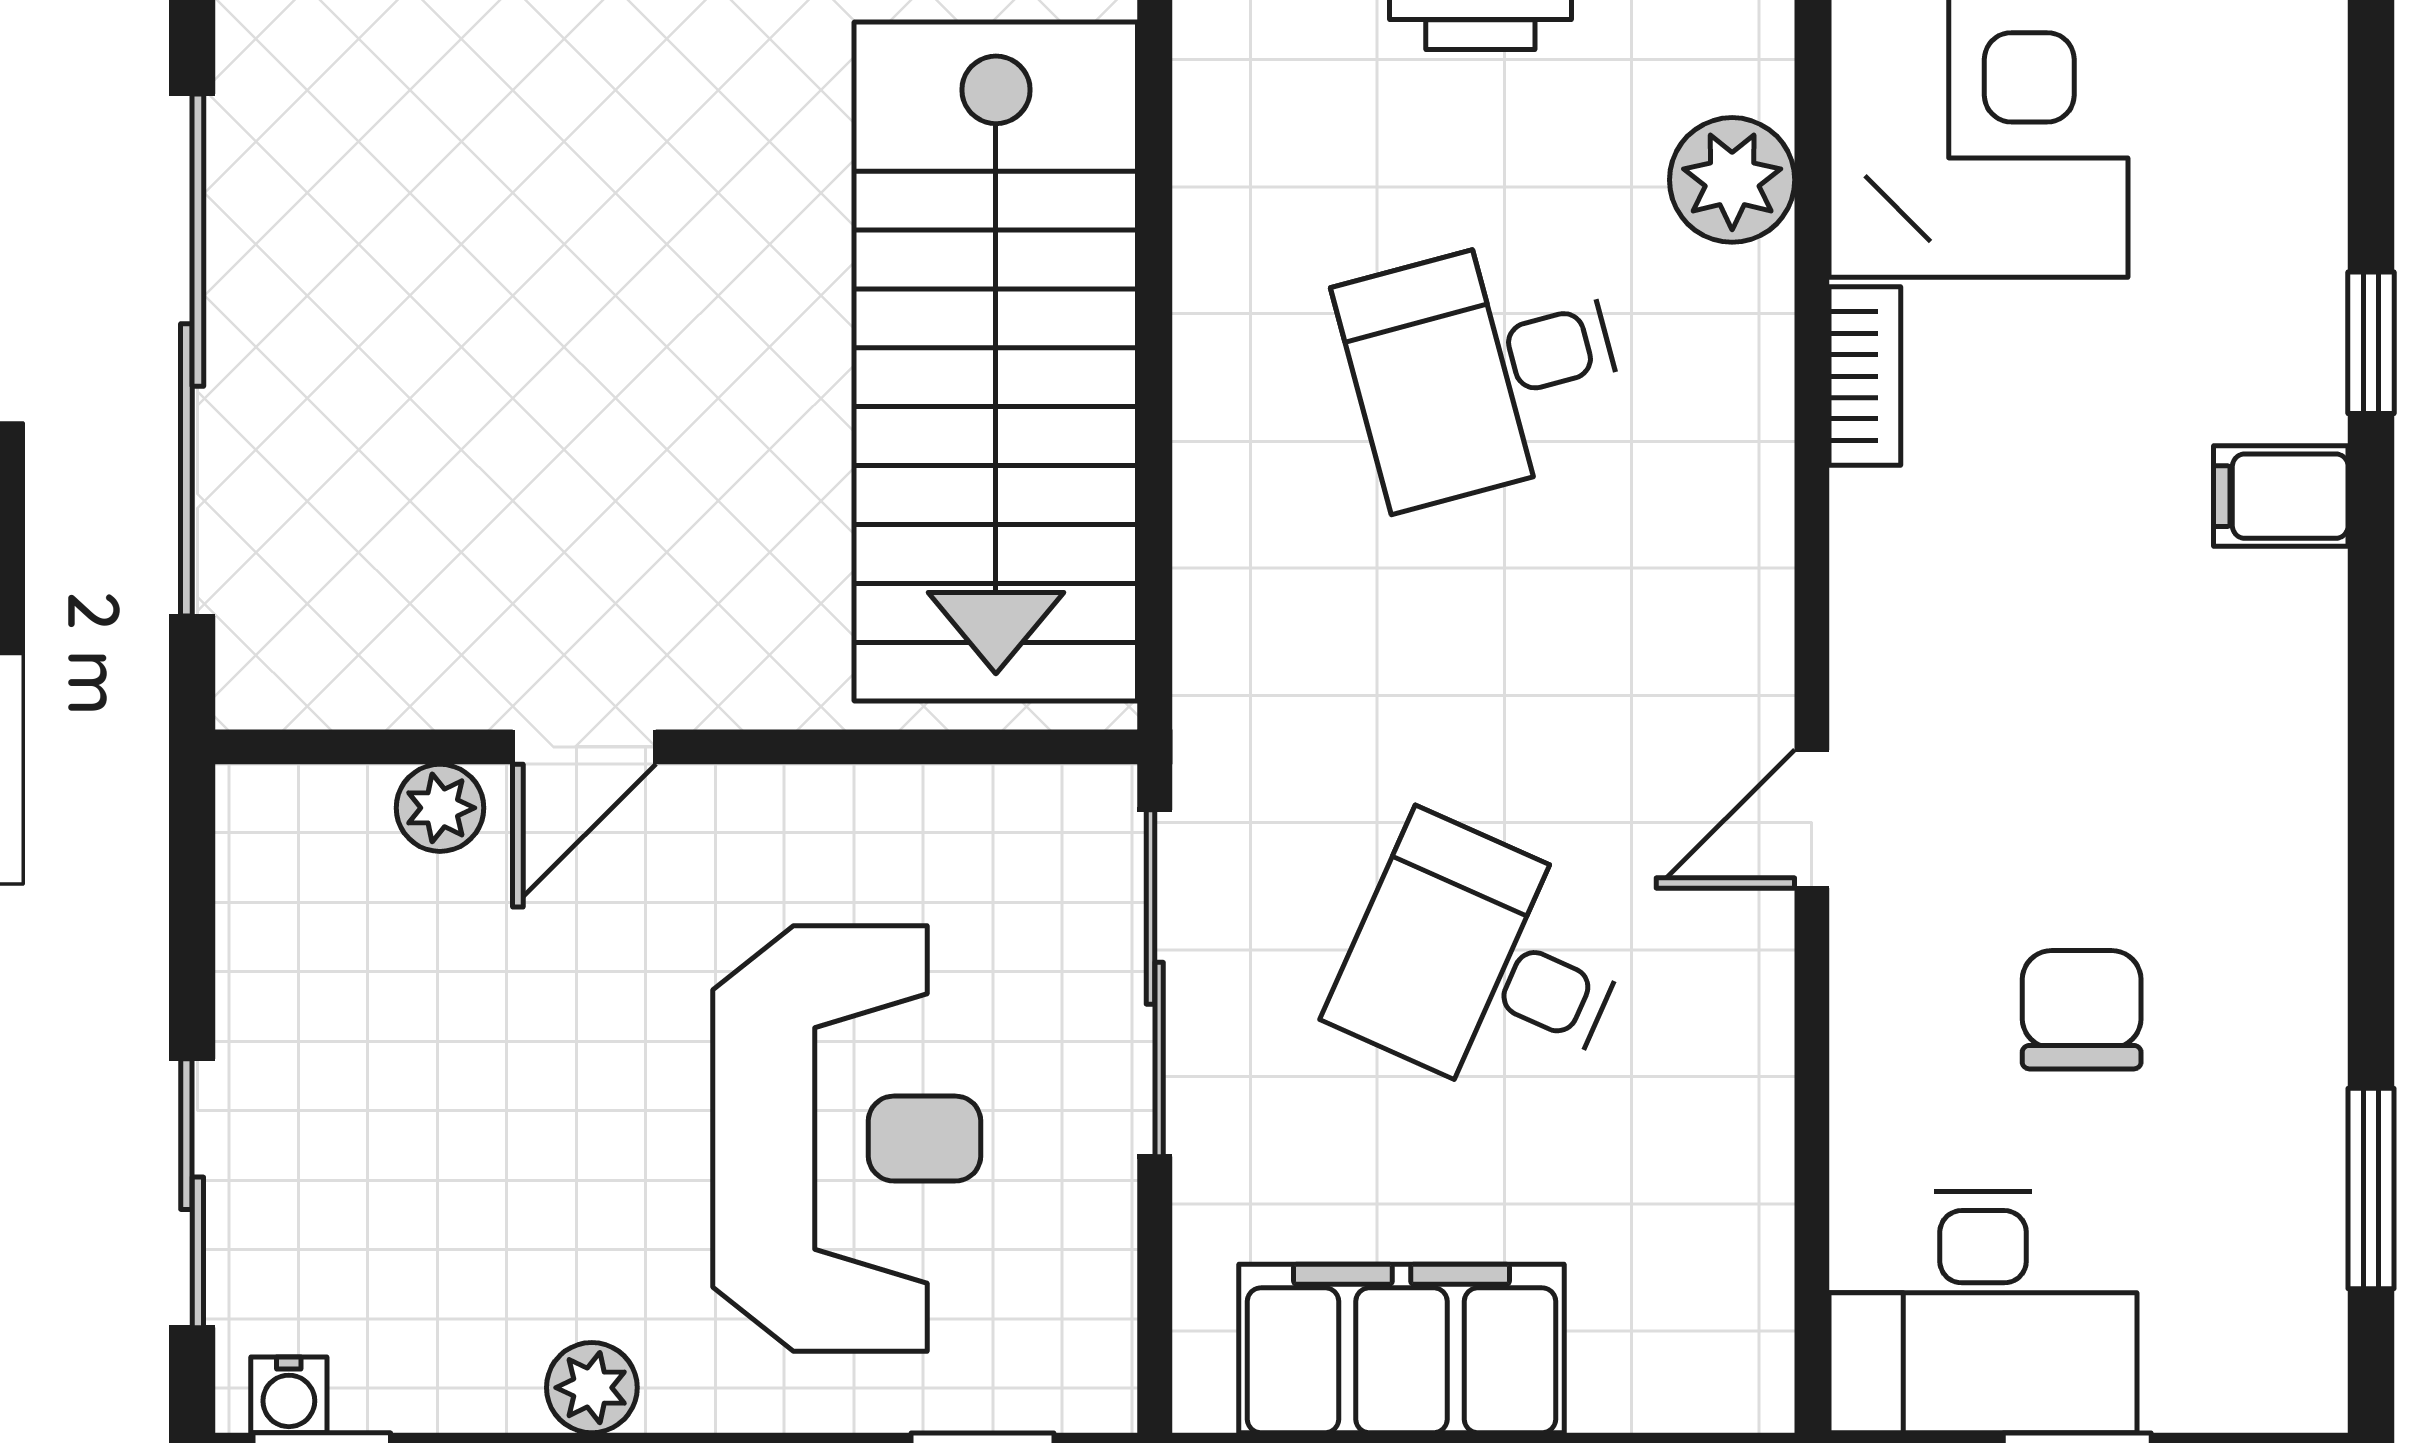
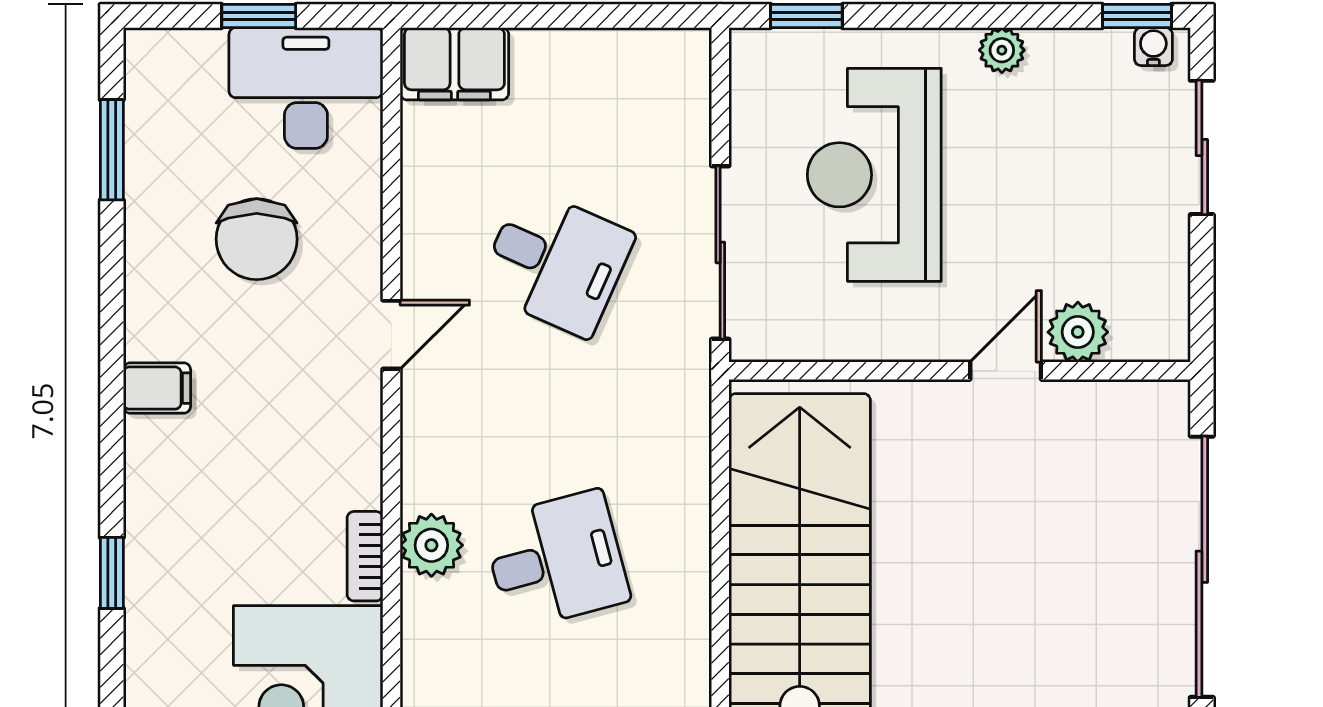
plant: (1732, 180) -> (431, 545), moved
filing cabinet: (2281, 496) -> (157, 388), moved
plant: (440, 808) -> (1078, 332), width x1.38, depth x1.38
chair: (2082, 1010) -> (257, 239), width x1.37, depth x1.37
filing cabinet: (1402, 1348) -> (454, 64), moved, width x0.67, depth x0.86

